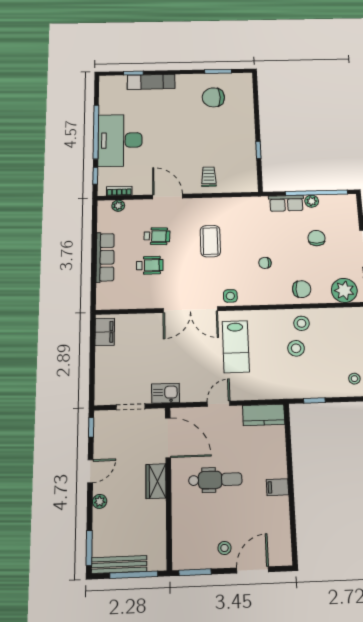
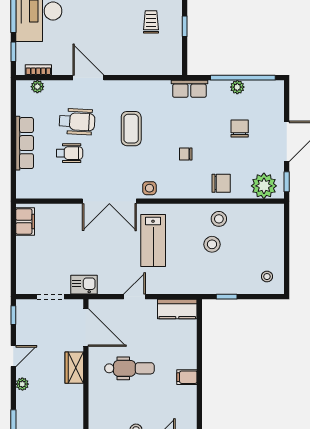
trolley: (209, 177) -> (151, 22), moved
row of seats: (286, 203) -> (189, 89), moved
wheelchair: (157, 236) -> (77, 122), width x1.36, depth x1.37

